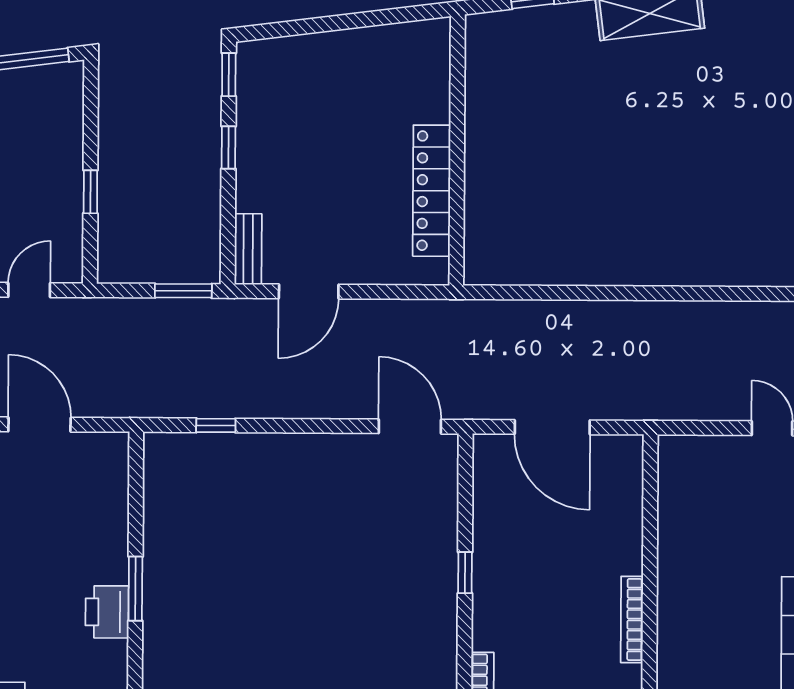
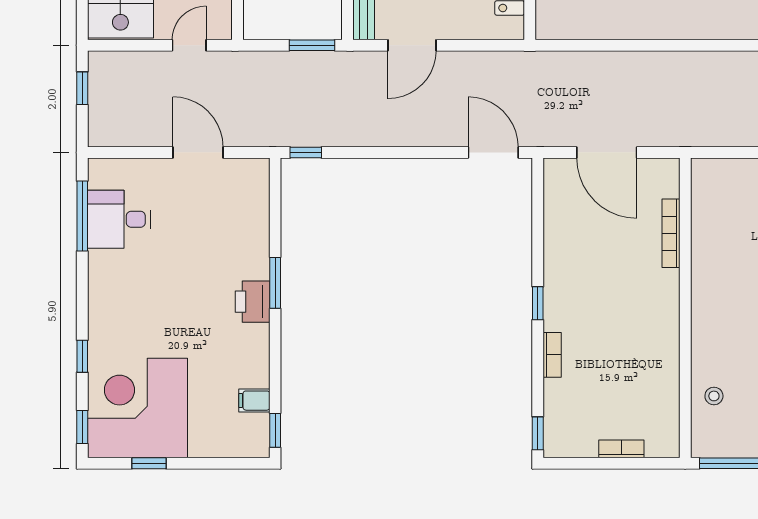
window: (216, 425) -> (306, 152), moved
window: (465, 573) -> (538, 303), moved
bookcase: (632, 619) -> (671, 233), moved

